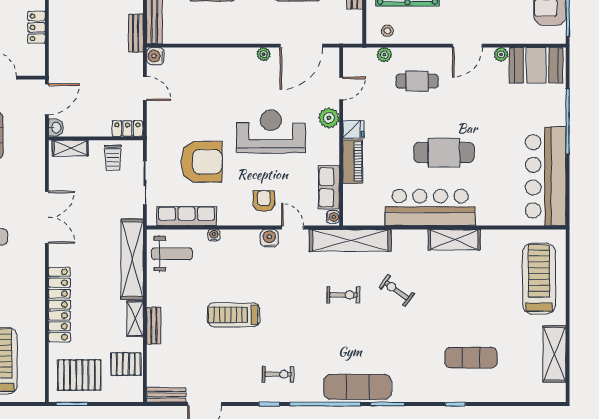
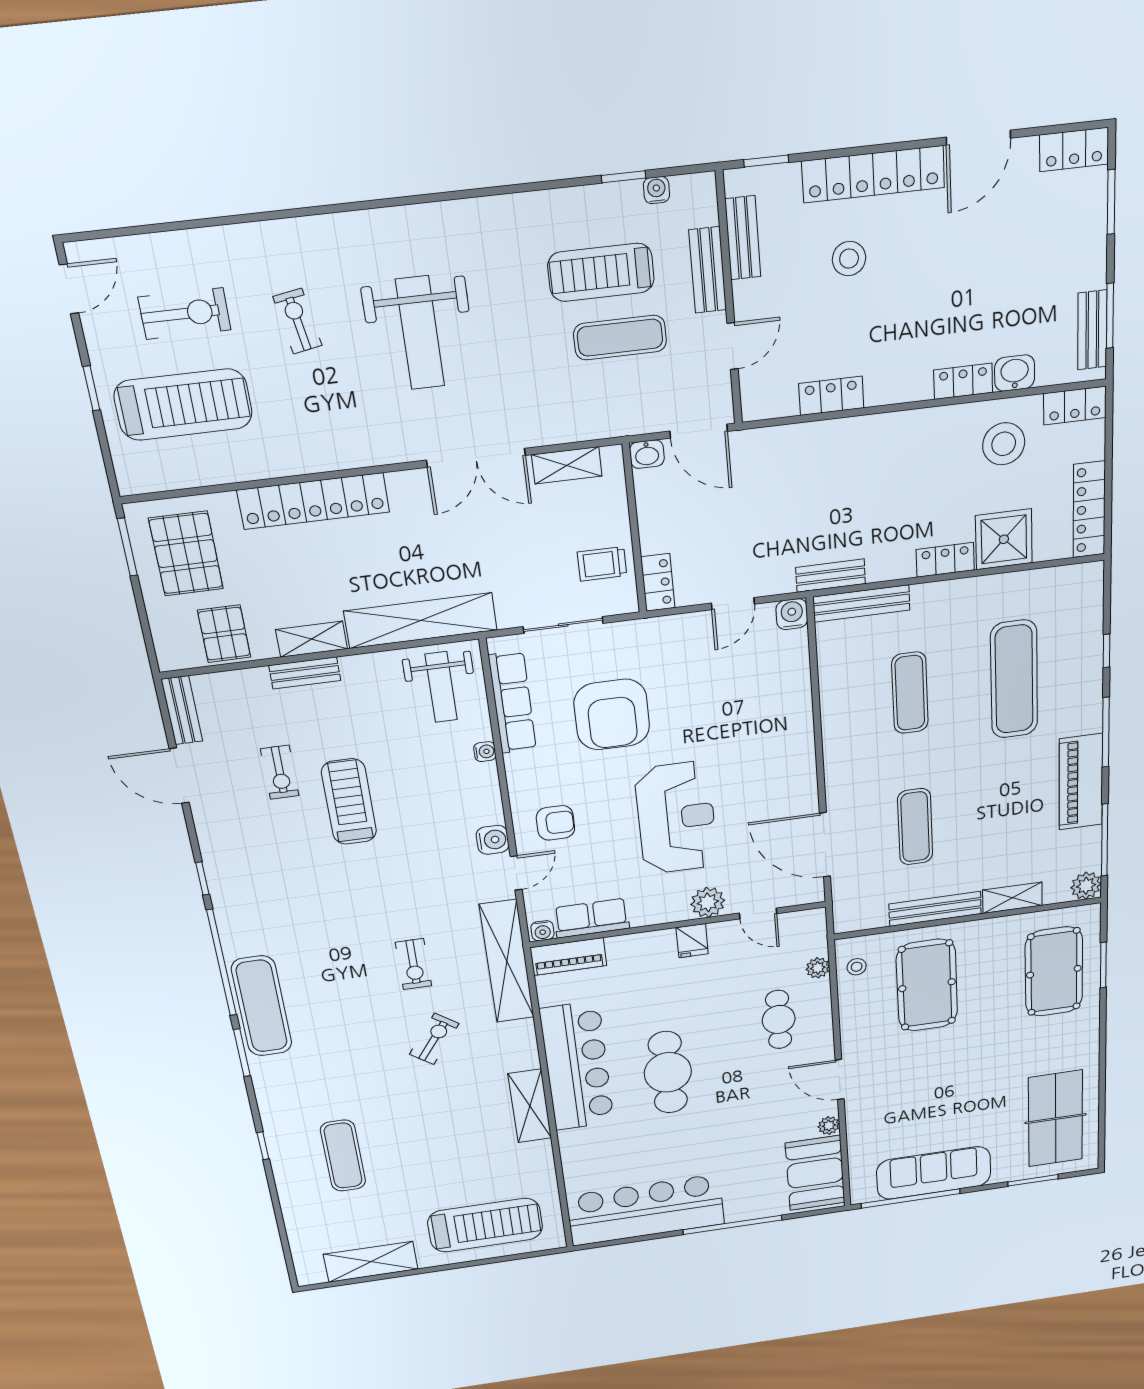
plant: (264, 54) -> (807, 789), removed
shelving: (70, 148) -> (567, 465), moved, turned 90
piano: (353, 162) -> (568, 957), moved
exercise bike: (278, 374) -> (280, 772), moved

